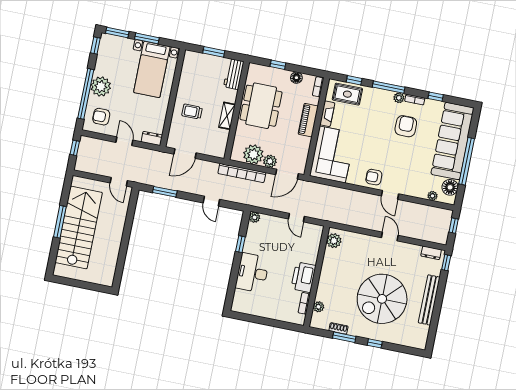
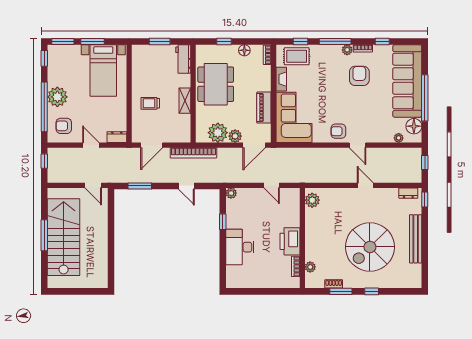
piano: (308, 120) -> (264, 108), moved
bookcase: (242, 173) -> (193, 153), moved

